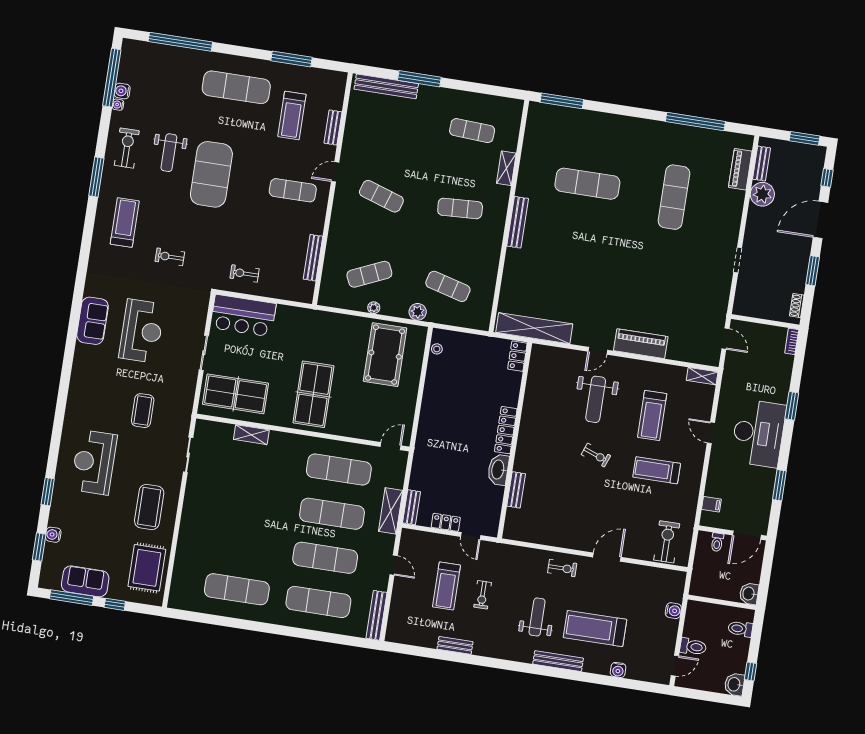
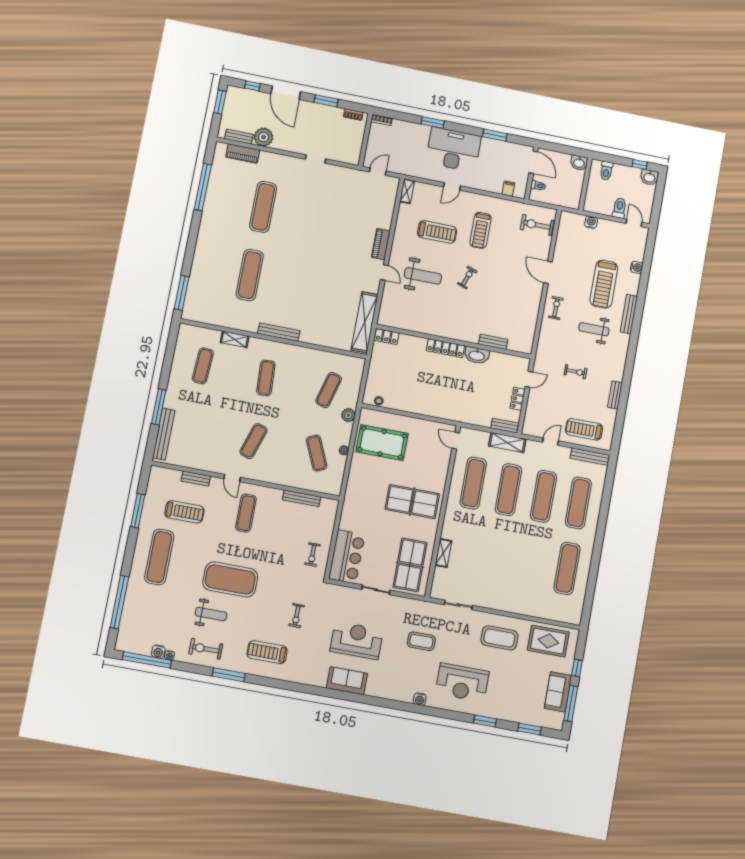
exercise mat: (674, 197) -> (263, 207), turned 90
piano: (641, 344) -> (381, 244), width x0.73, depth x0.75
water cooler: (53, 535) -> (420, 699), moved
treadmill: (446, 586) -> (584, 429), moved, turned 180

